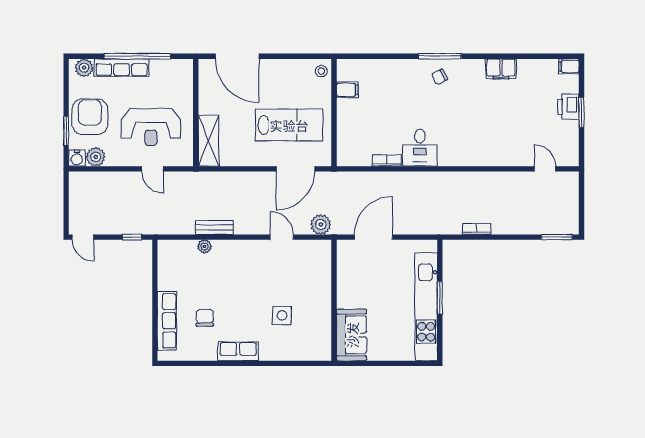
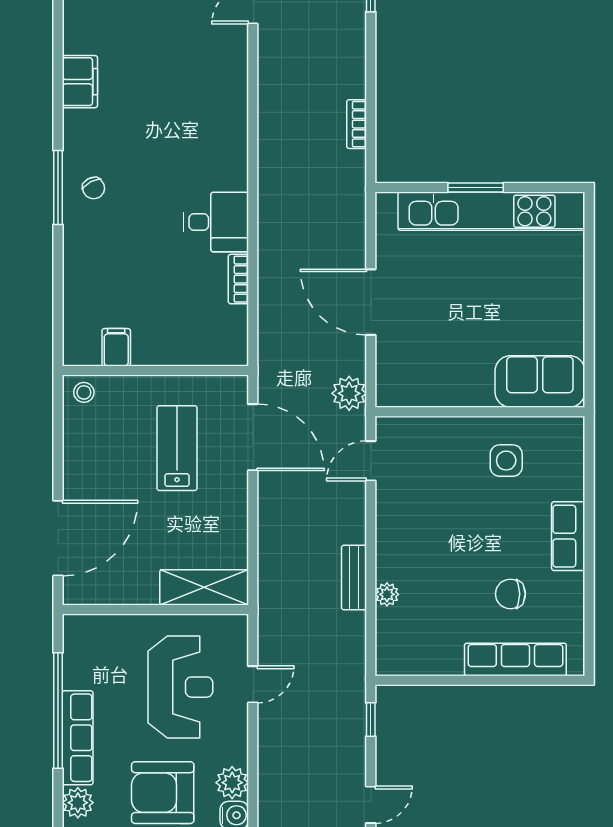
lab bench: (289, 125) -> (177, 448), width x0.73, depth x0.72
wall: (334, 300) -> (480, 412), moved
sofa: (352, 335) -> (540, 381), moved

